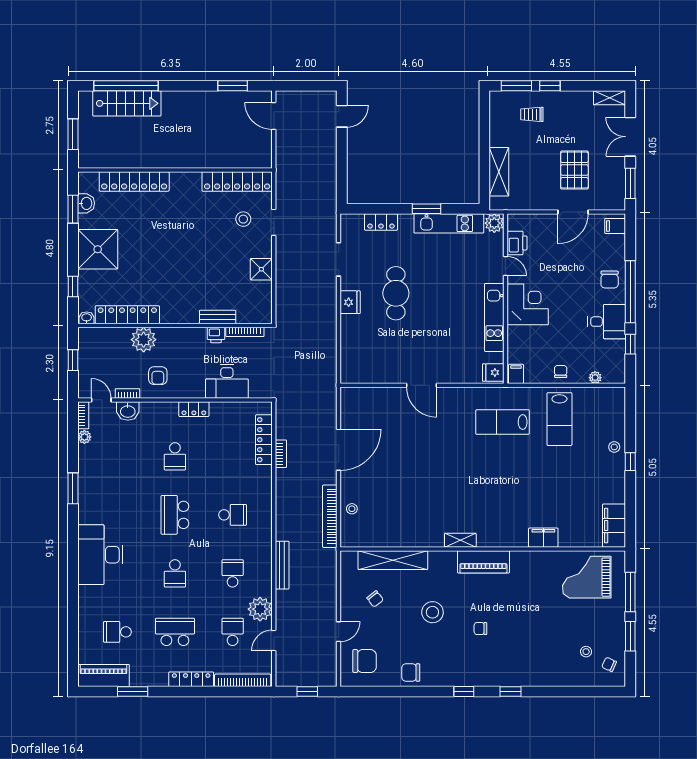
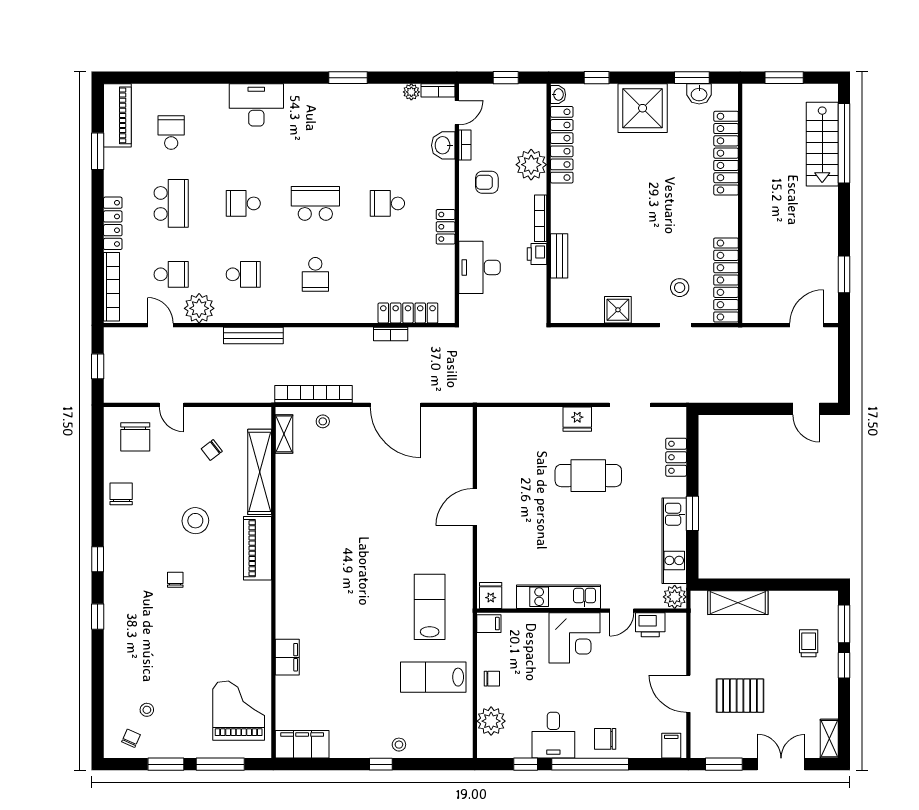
bookcase: (245, 332) -> (541, 218), moved
plant: (595, 378) -> (491, 721), width x1.88, depth x1.88
shelving: (460, 540) -> (284, 434), moved
desk: (100, 555) -> (256, 105), width x0.73, depth x0.77
piano: (483, 562) -> (257, 548), moved

